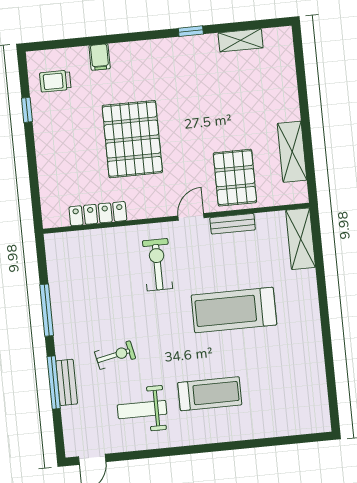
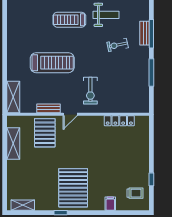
shelving: (241, 40) -> (23, 205), moved
pallet: (132, 139) -> (73, 188), moved

